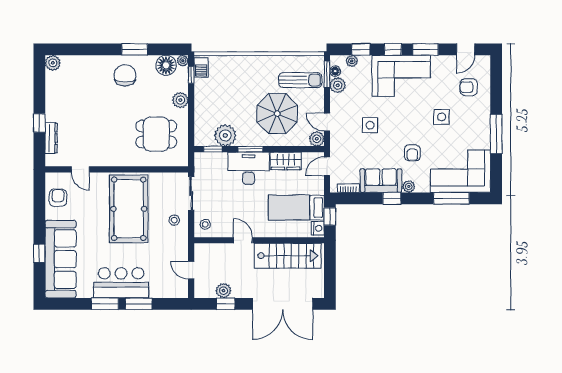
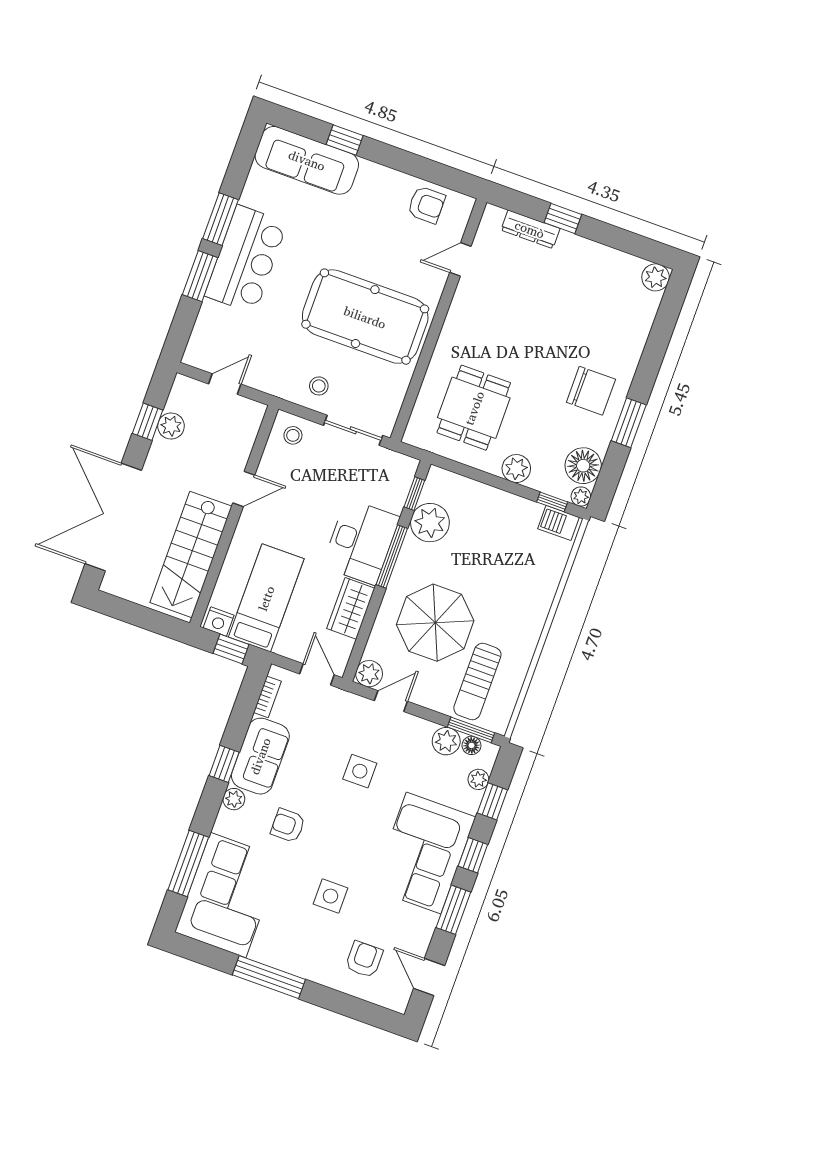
window: (250, 149) -> (392, 556), width x1.44
sofa: (61, 259) -> (307, 160), width x0.74, depth x0.79

